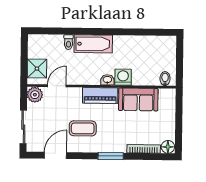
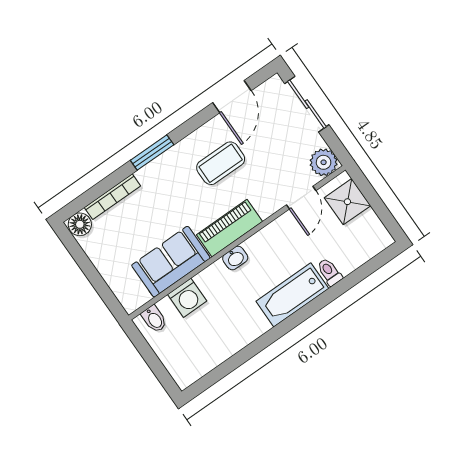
washing machine: (123, 77) -> (187, 298), moved

